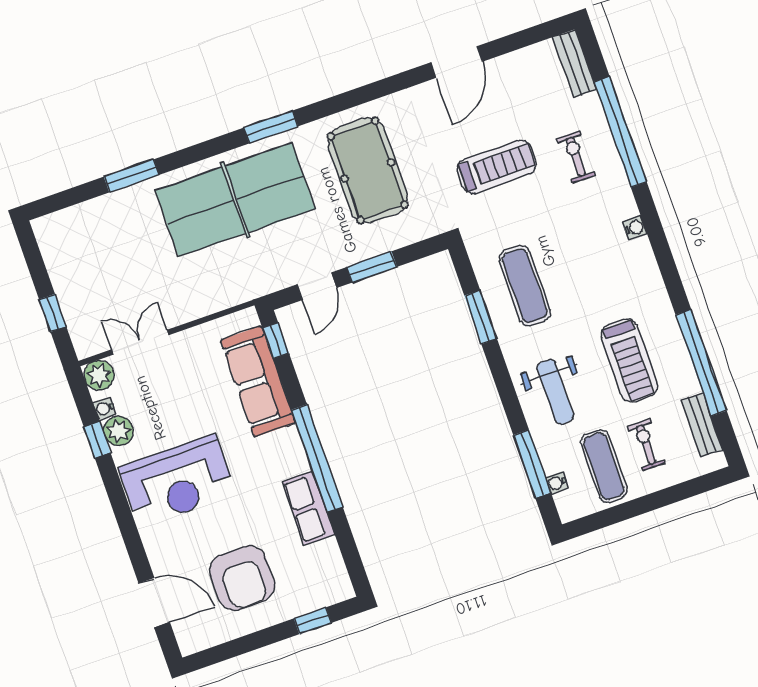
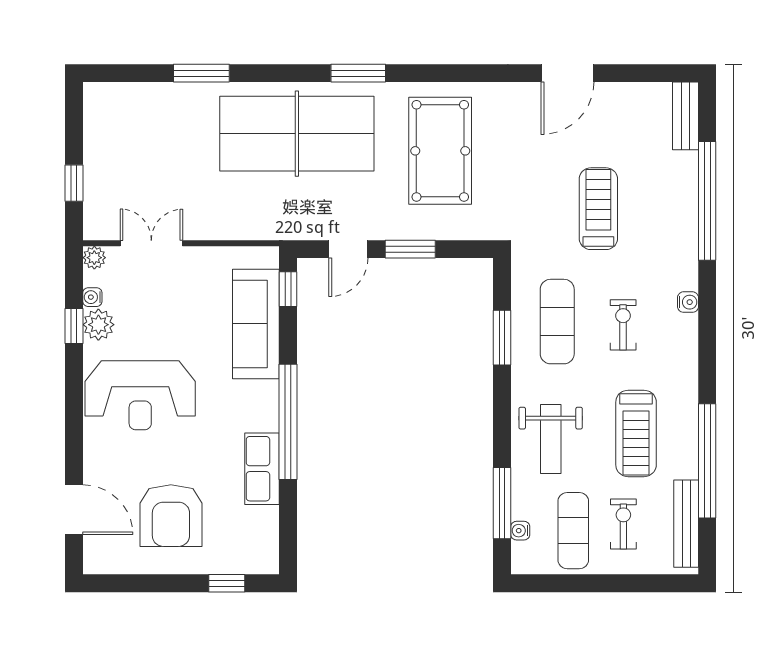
exercise bike: (576, 157) -> (623, 325), moved
treadmill: (497, 167) -> (598, 209), moved, turned -90
plant: (99, 375) -> (94, 258), width x0.73, depth x0.73
bench: (702, 425) -> (686, 524), width x1.36

